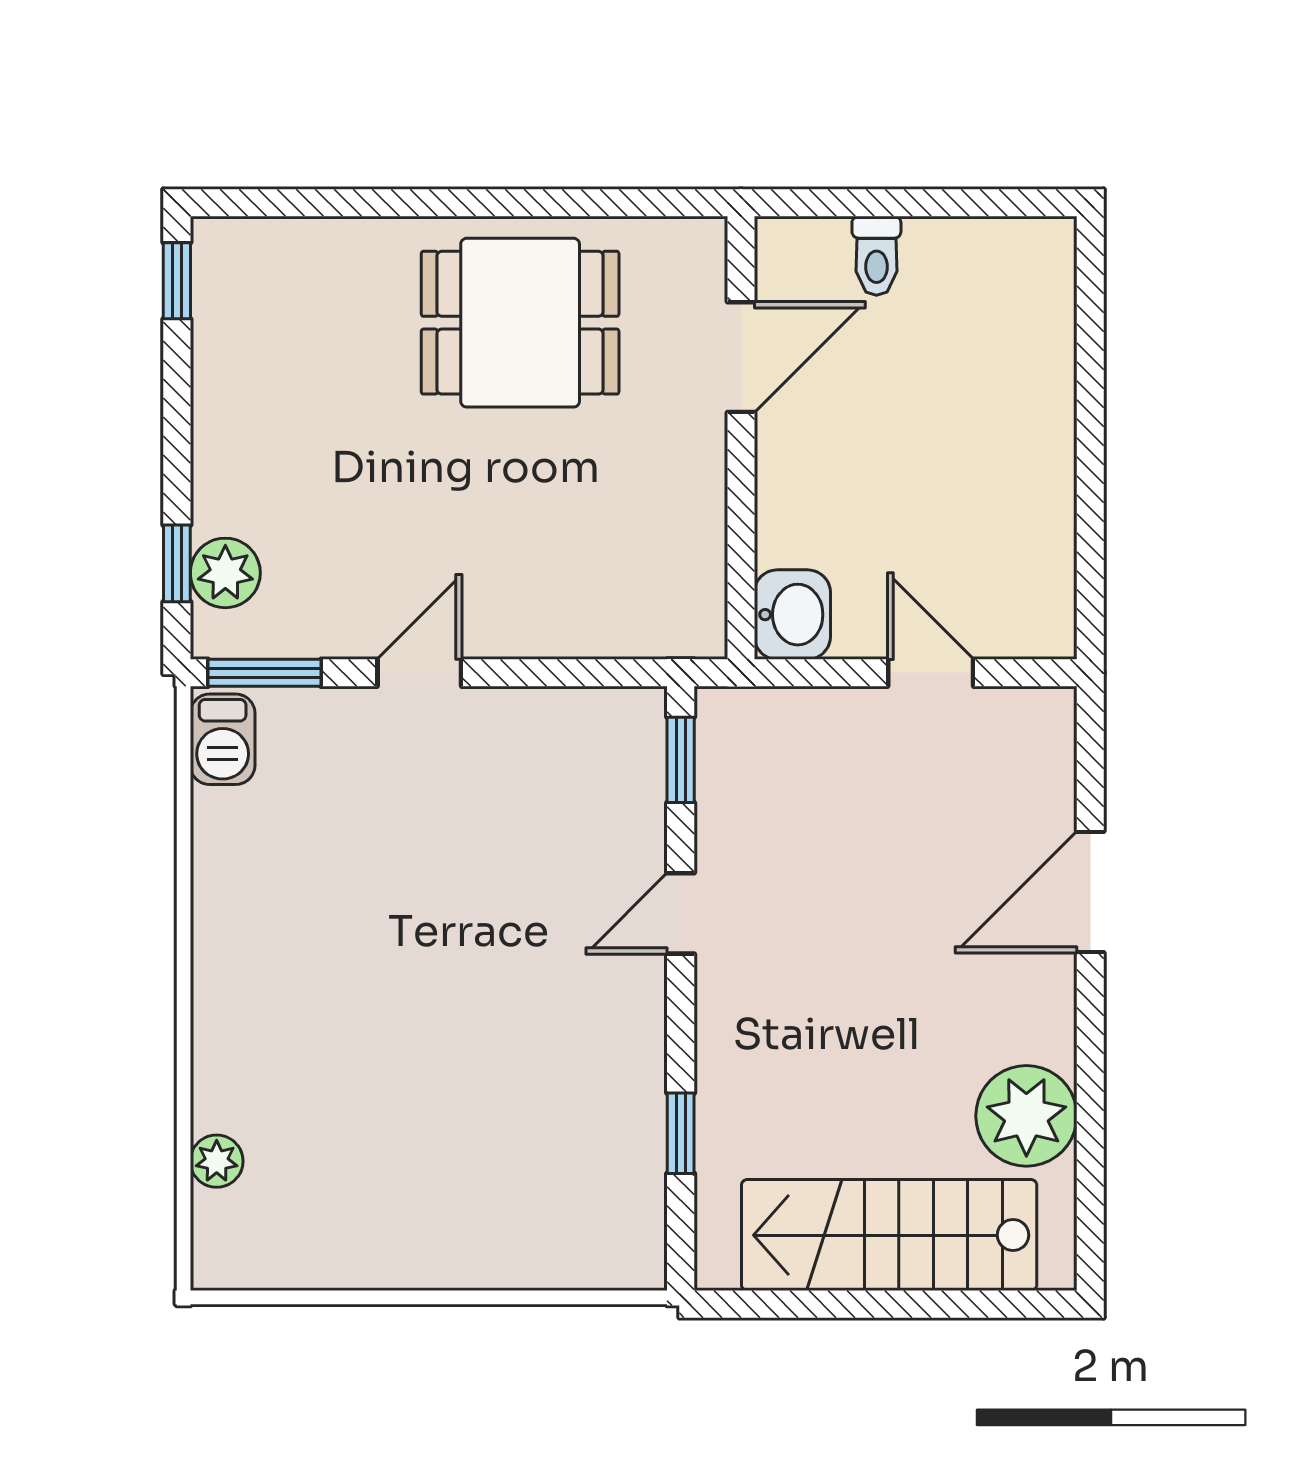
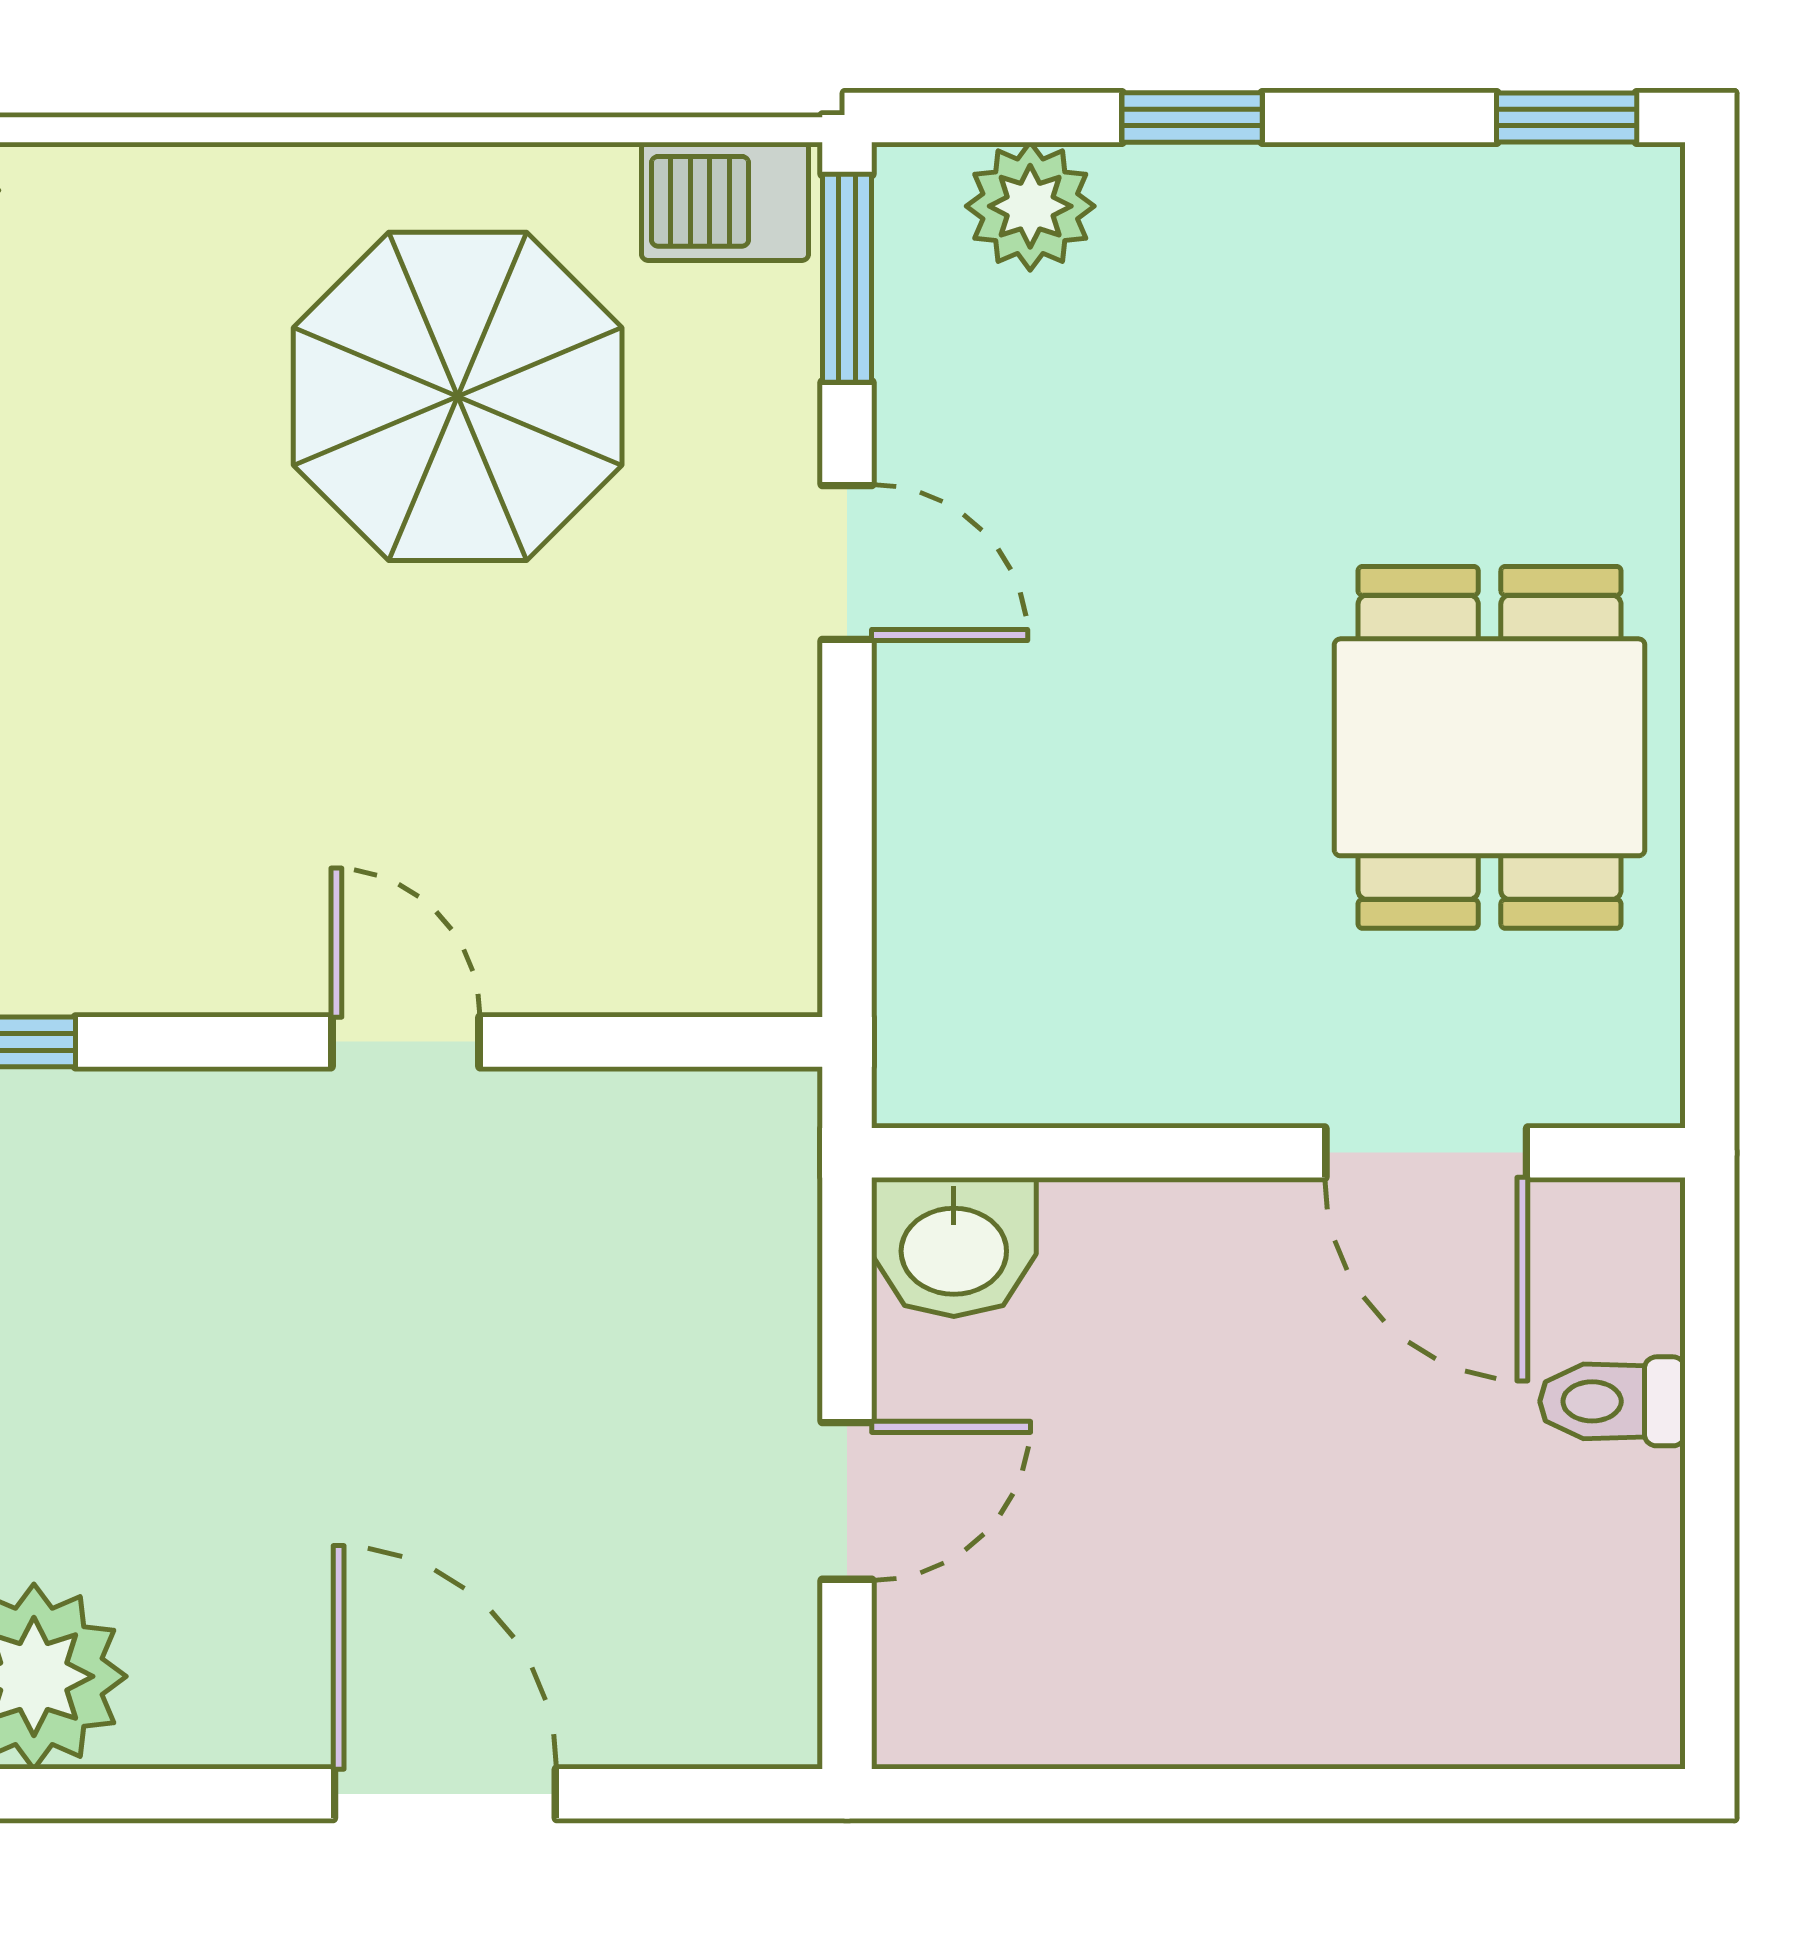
window: (177, 563) -> (1192, 117), moved
window: (681, 760) -> (687, 1042), removed
parasol: (329, 885) -> (458, 396), added

